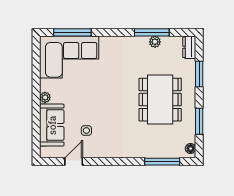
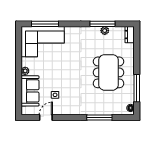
window: (199, 74) -> (137, 54), removed
window: (199, 121) -> (137, 88), width x1.44
window: (162, 162) -> (99, 117), moved

